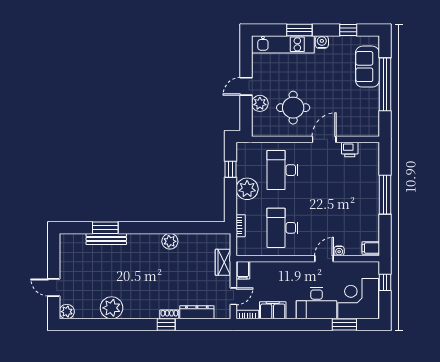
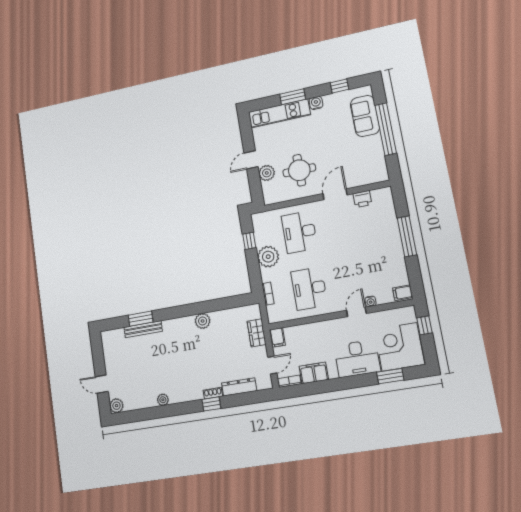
plant: (112, 308) -> (163, 400), width x0.53, depth x0.53

